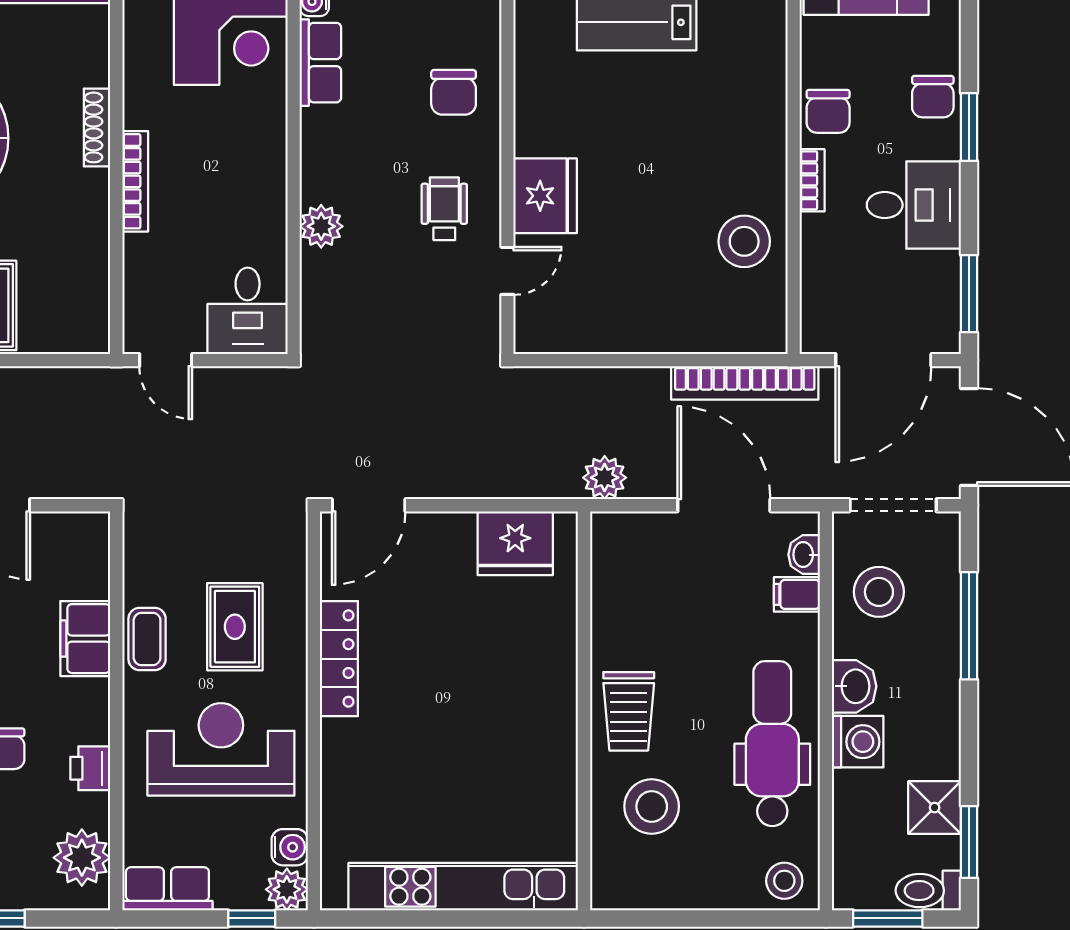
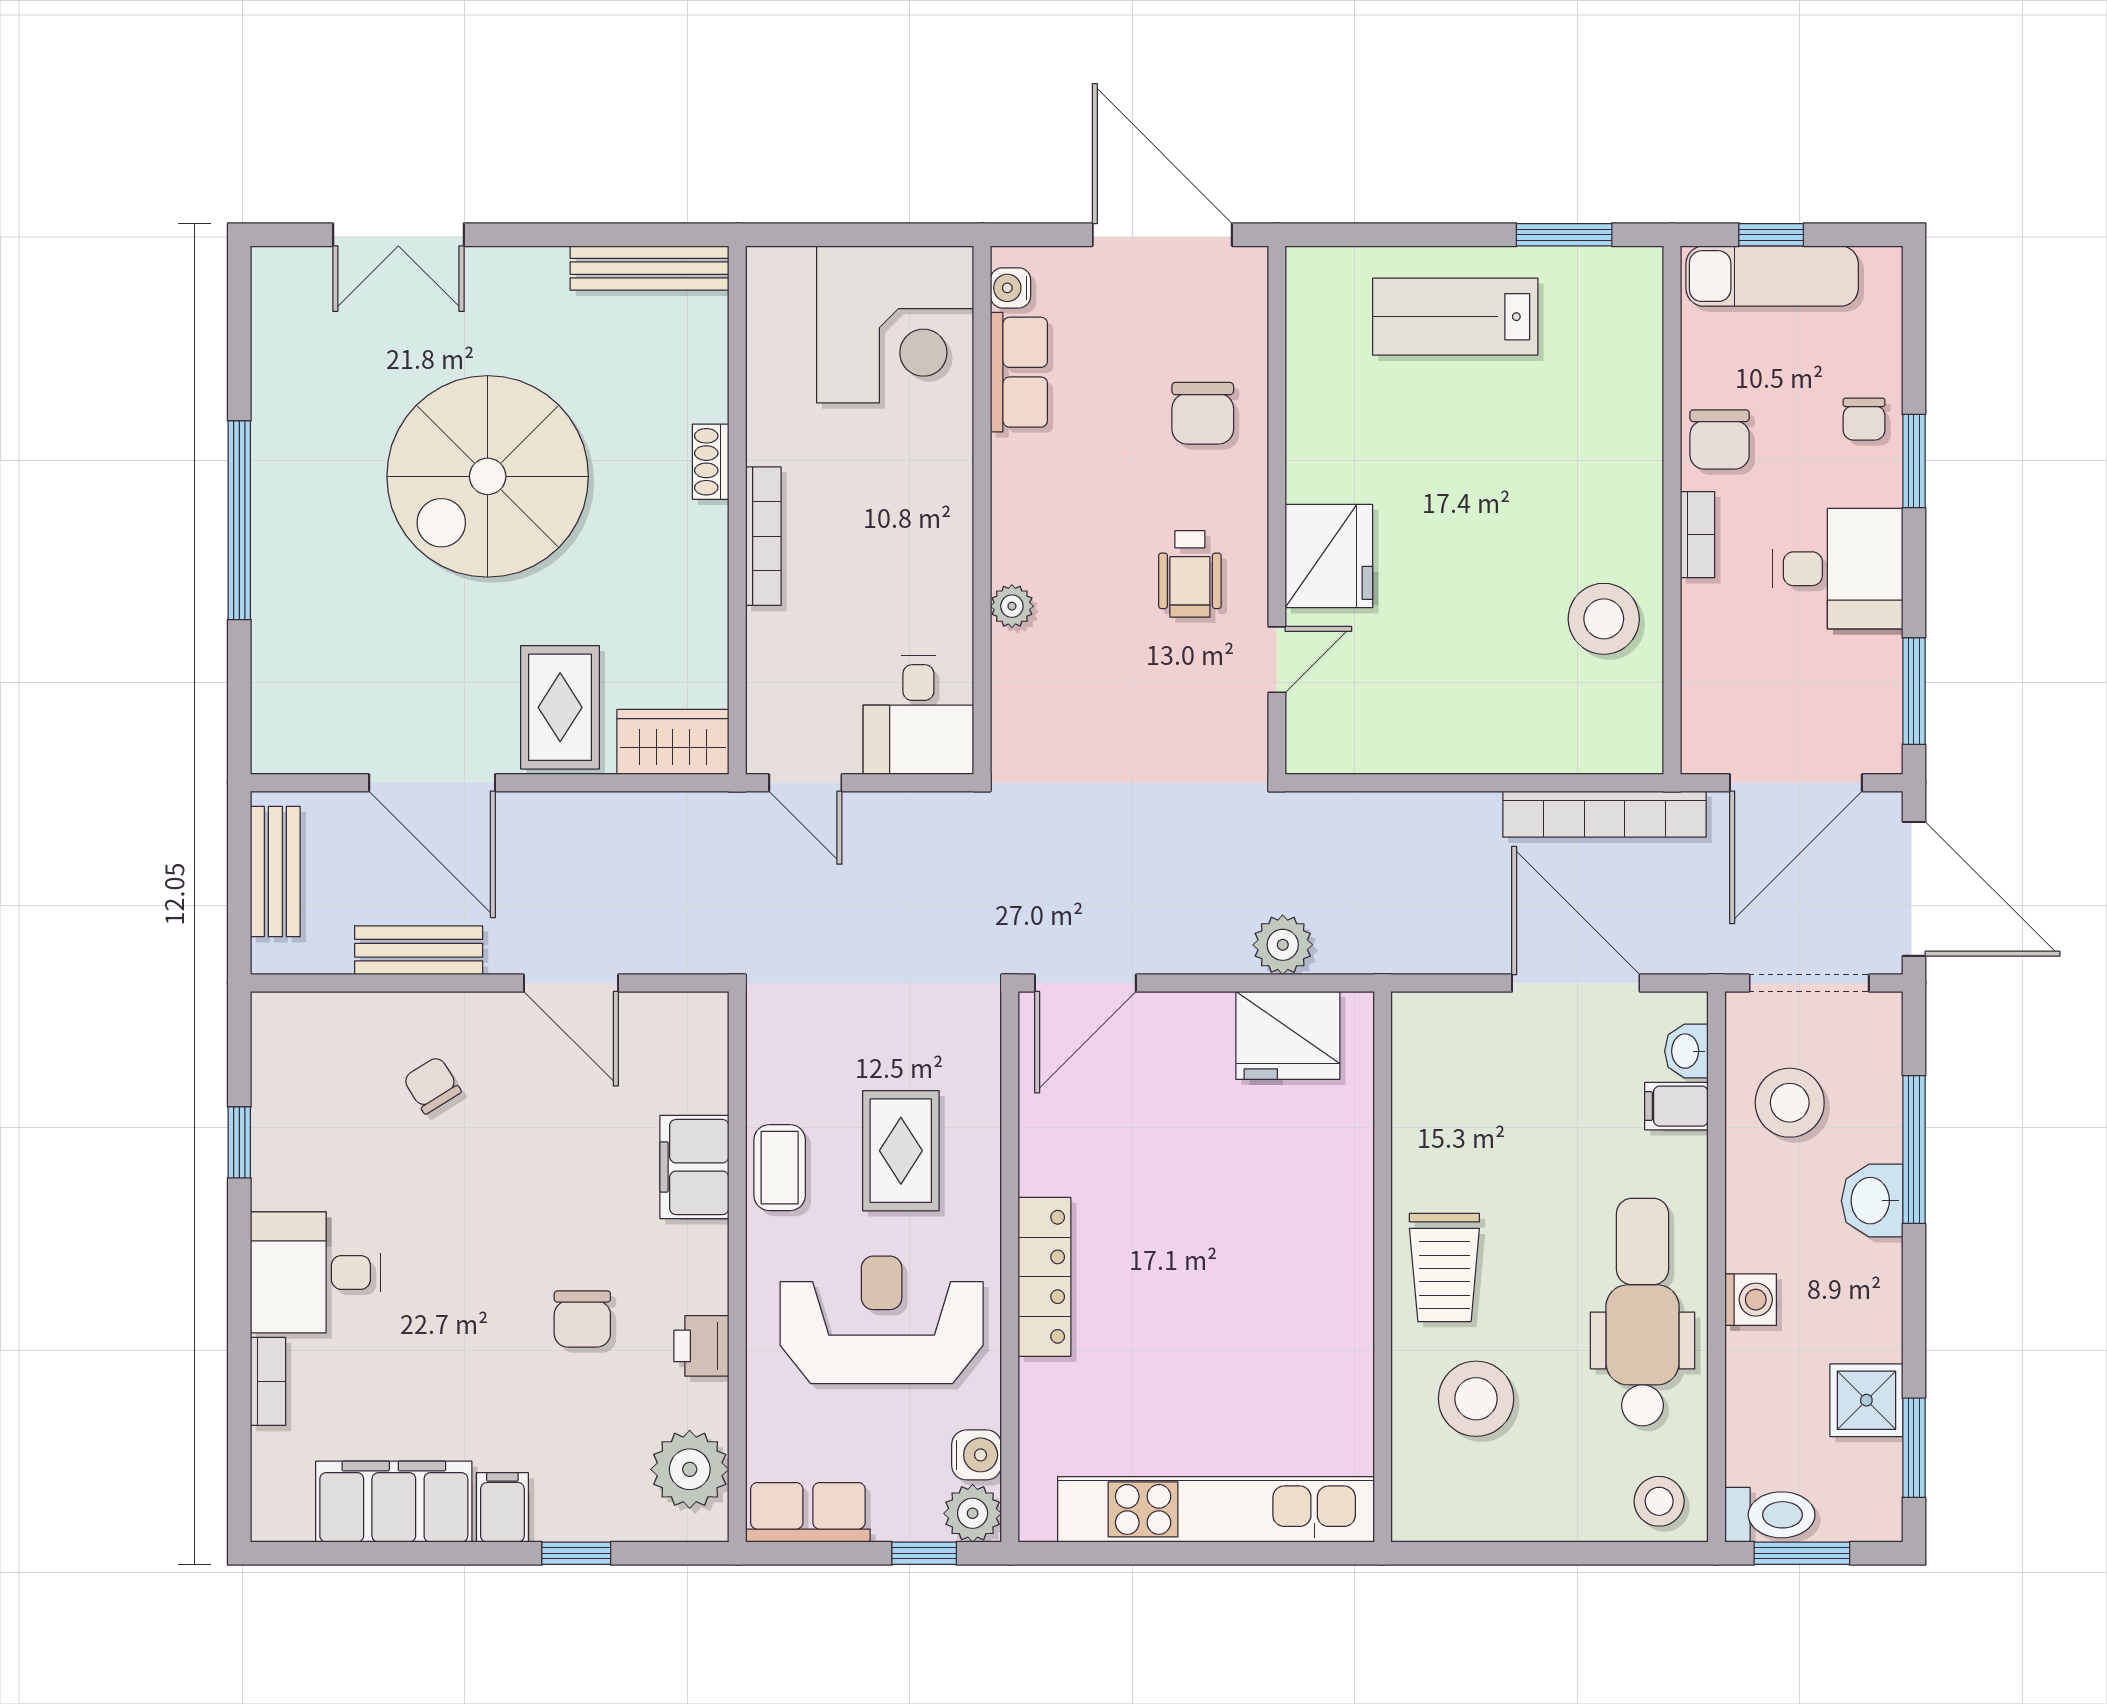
chair: (933, 97) -> (1864, 419), width x0.73, depth x0.73
shoe rack: (97, 127) -> (711, 462), width x0.70
wheelchair: (444, 209) -> (1190, 574), turned 180
plant: (321, 226) -> (1012, 606), width x0.73, depth x0.73
wardrobe: (70, 330) -> (673, 742), added
plant: (605, 478) -> (1283, 945), moved
locker: (339, 659) -> (1044, 1277), moved
washbasin: (854, 686) -> (1872, 1201), moved, turned 180
washing machine: (858, 742) -> (1751, 1300), width x0.73, depth x0.73
toilet: (928, 891) -> (1770, 1515), moved, turned 180

